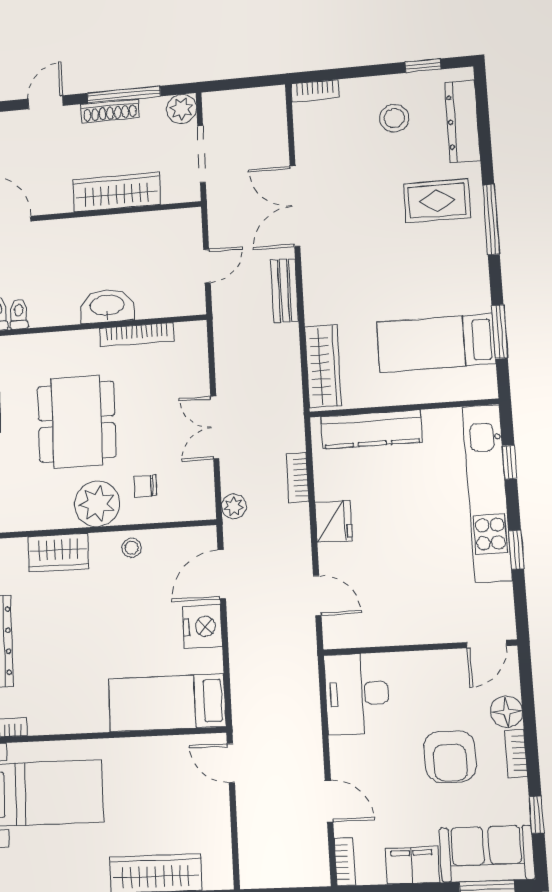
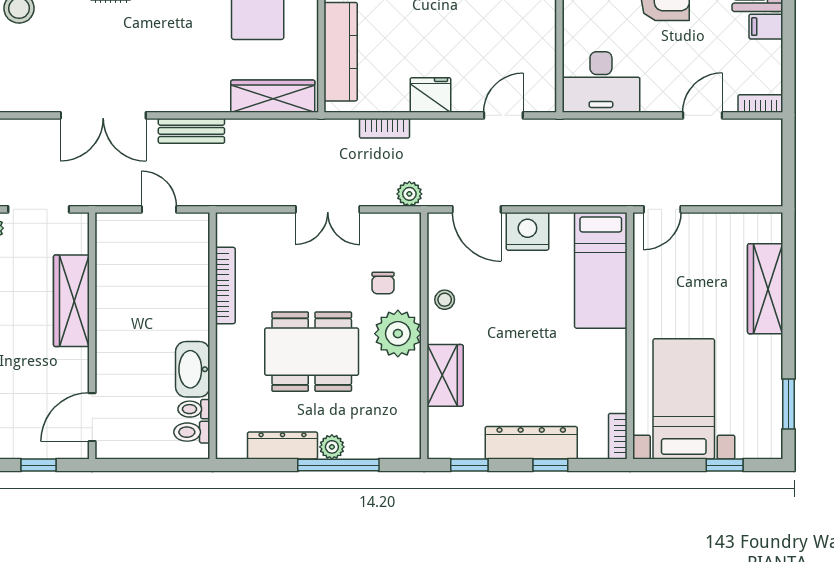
washbasin: (107, 306) -> (193, 369), moved
filing cabinet: (412, 865) -> (766, 27), width x0.50

